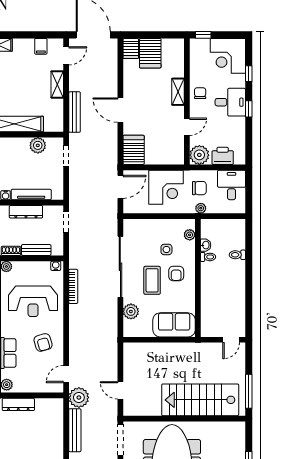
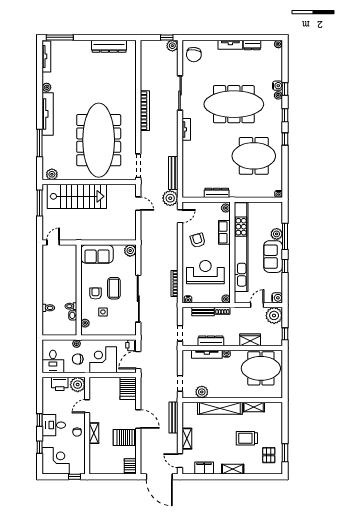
filing cabinet: (41, 46) -> (204, 468), width x2.00
server rack: (150, 53) -> (125, 437), moved, turned -90
door: (66, 56) -> (180, 461), hinge flipped
printer: (130, 206) -> (131, 345), added
plant: (131, 311) -> (130, 251), moved
plant: (233, 429) -> (52, 174), added

